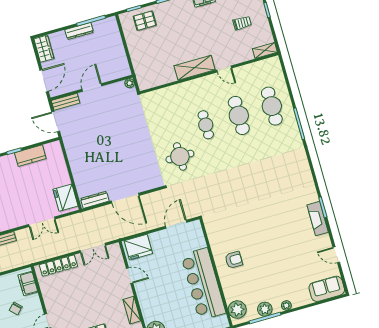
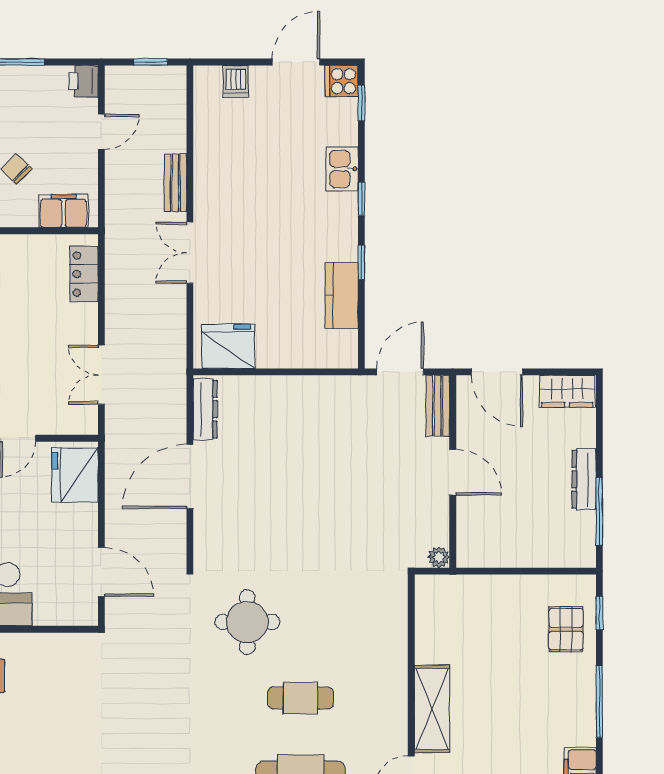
double door: (42, 222) -> (190, 253), moved
locker: (58, 266) -> (84, 274), width x0.66

